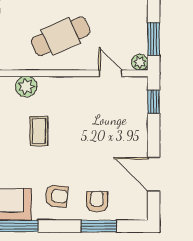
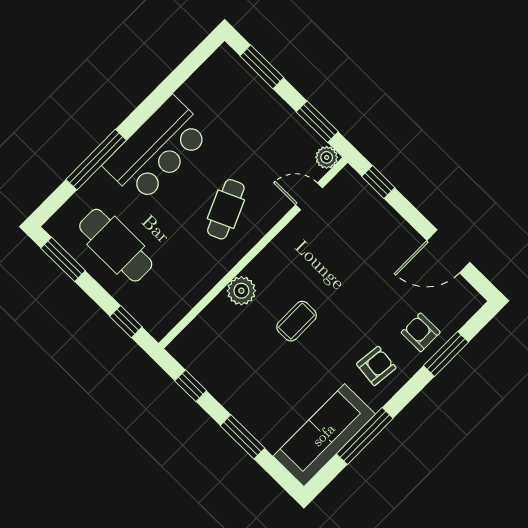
cafe table: (61, 36) -> (226, 209), width x0.73, depth x0.74
coffee table: (39, 131) -> (297, 321), turned 90

